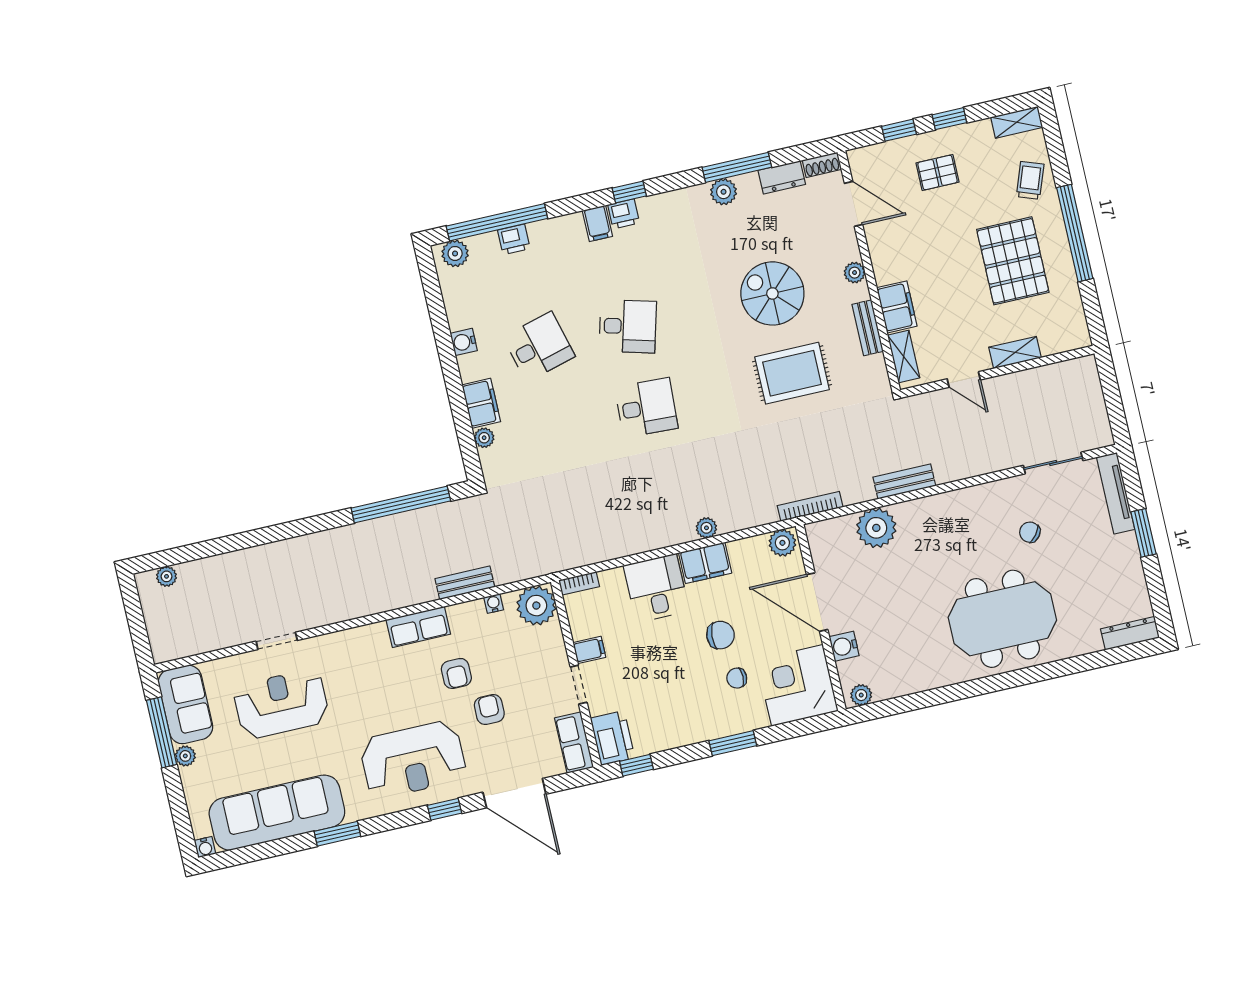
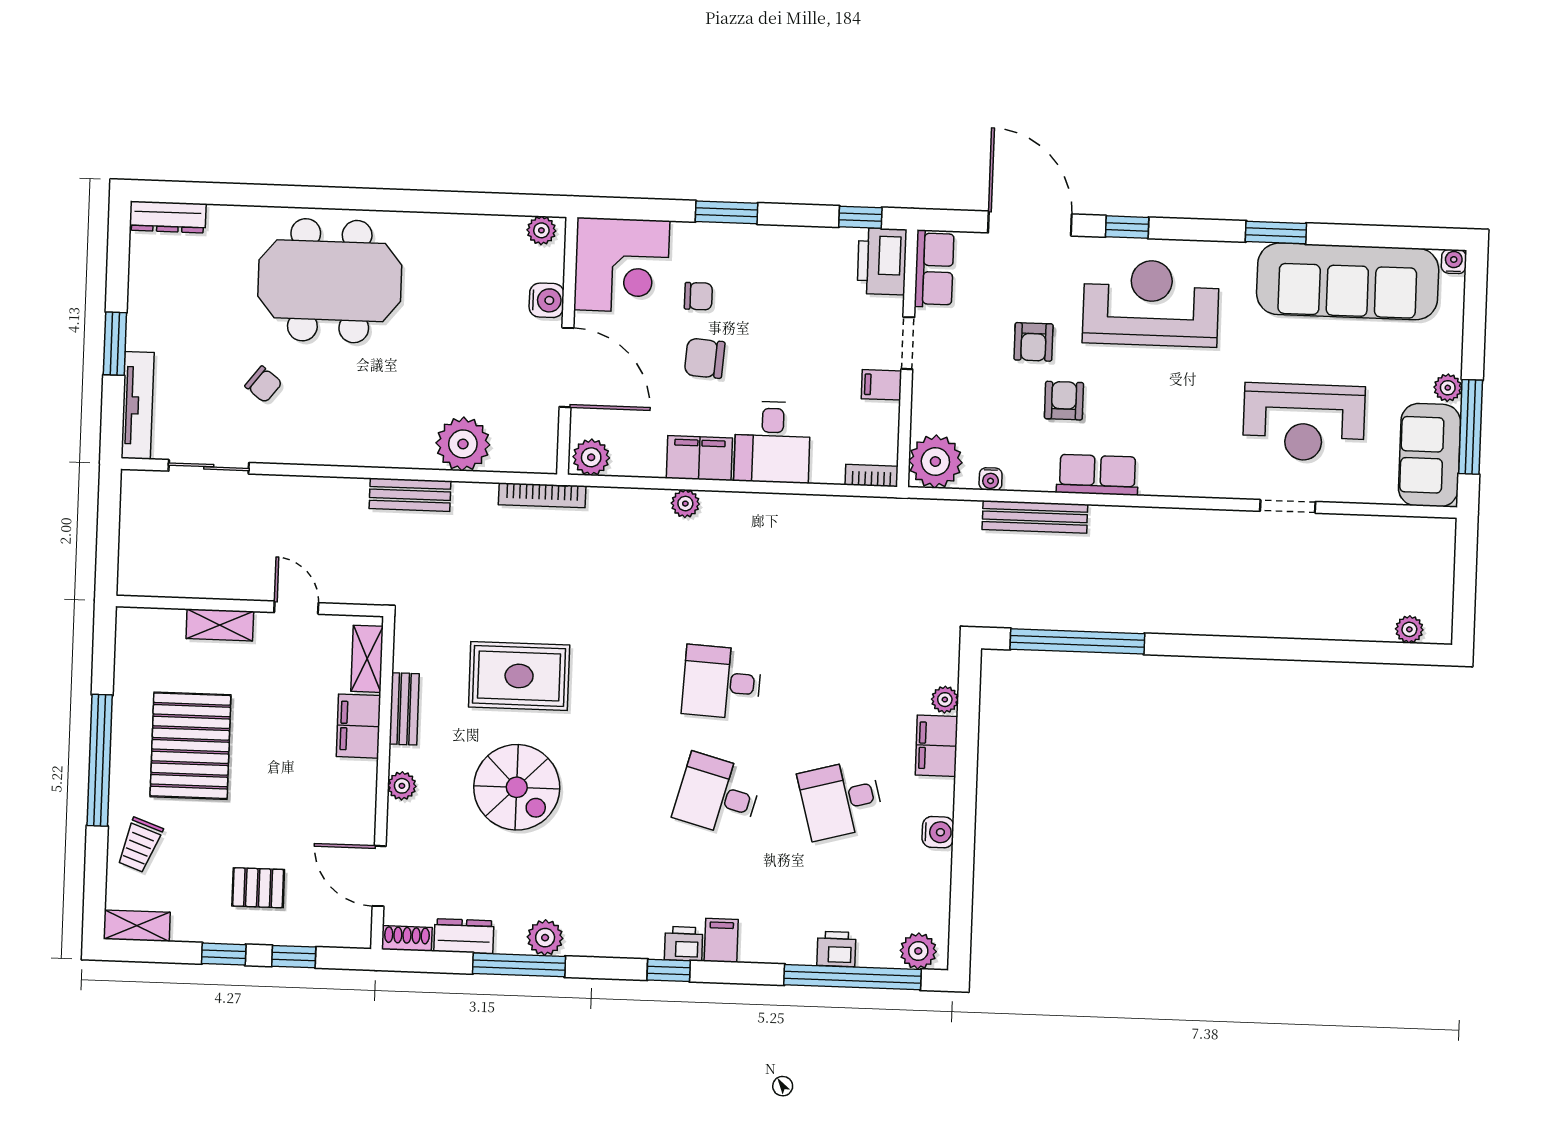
bench: (465, 583) -> (1035, 517), width x1.36

